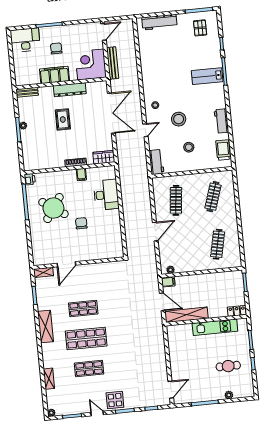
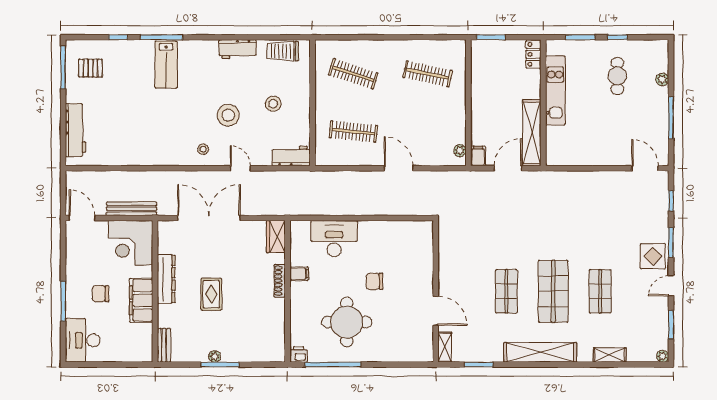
rug: (63, 119) -> (211, 294), turned 90
round table: (53, 208) -> (347, 322), turned -34
shelving: (45, 327) -> (540, 352), width x1.47

